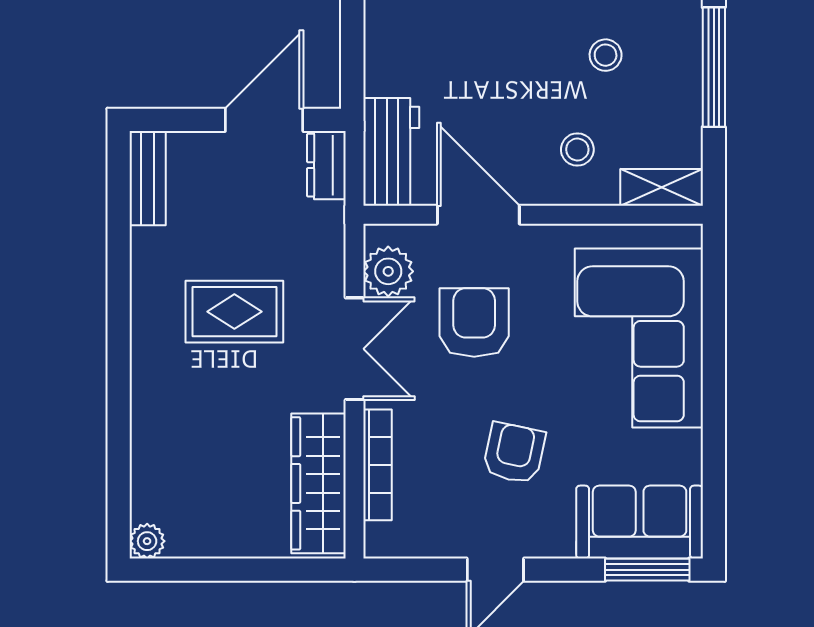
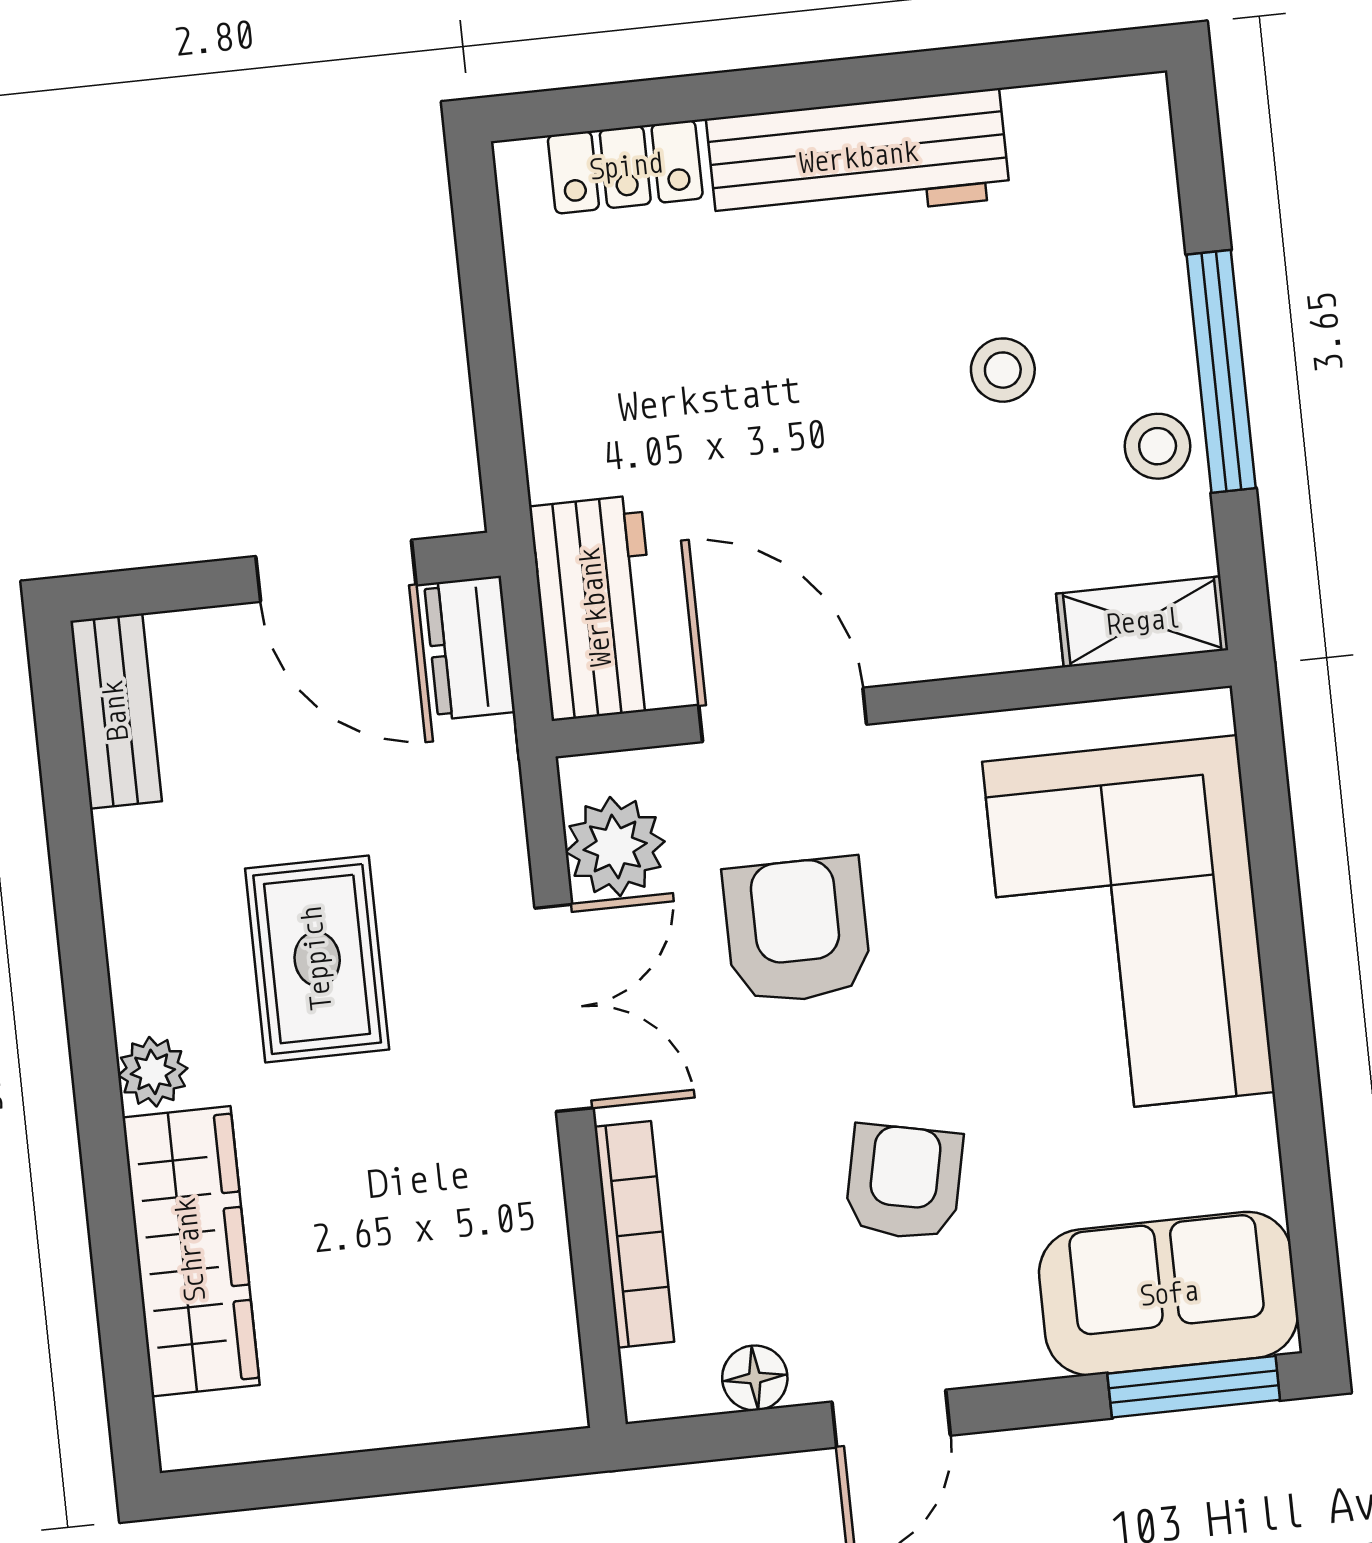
door: (264, 120) -> (336, 571), swing flipped
stool: (577, 149) -> (1158, 446), moved
rug: (234, 312) -> (317, 959), turned 90
wardrobe: (319, 483) -> (191, 1251), moved, turned 180
plant: (147, 541) -> (153, 1072), moved
floor lamp: (430, 542) -> (755, 1378), added

